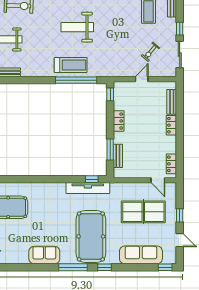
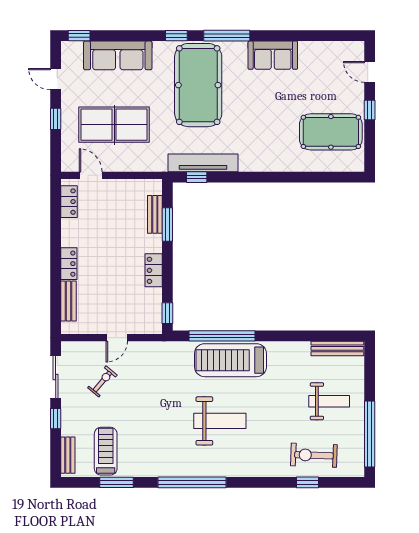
treadmill: (71, 65) -> (230, 360), width x1.37, depth x1.38

